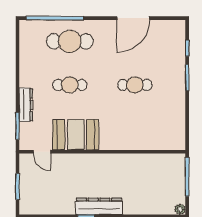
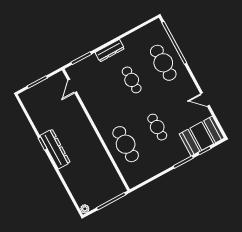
door: (133, 18) -> (205, 100), width x0.53
dresser: (26, 105) -> (110, 51), moved
cafe table: (135, 128) -> (126, 144), added
booth: (76, 135) -> (202, 136), moved, turned 90

